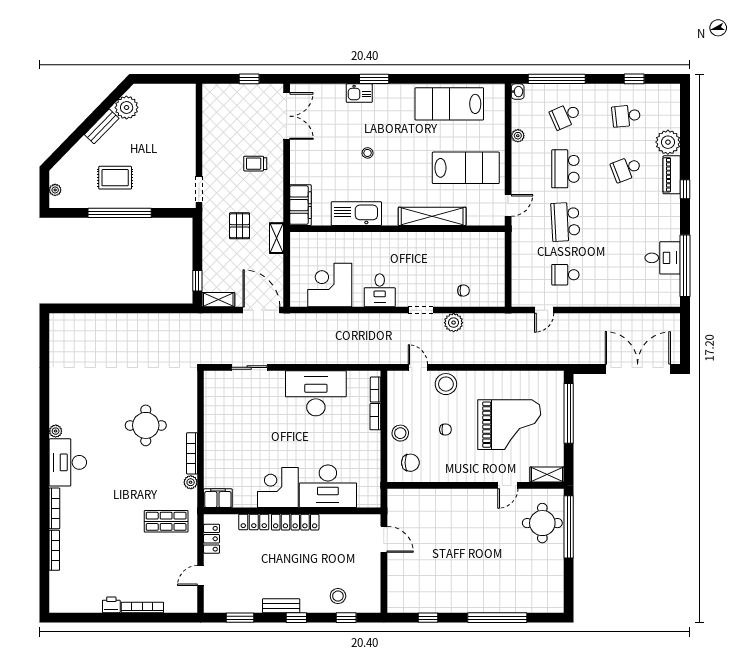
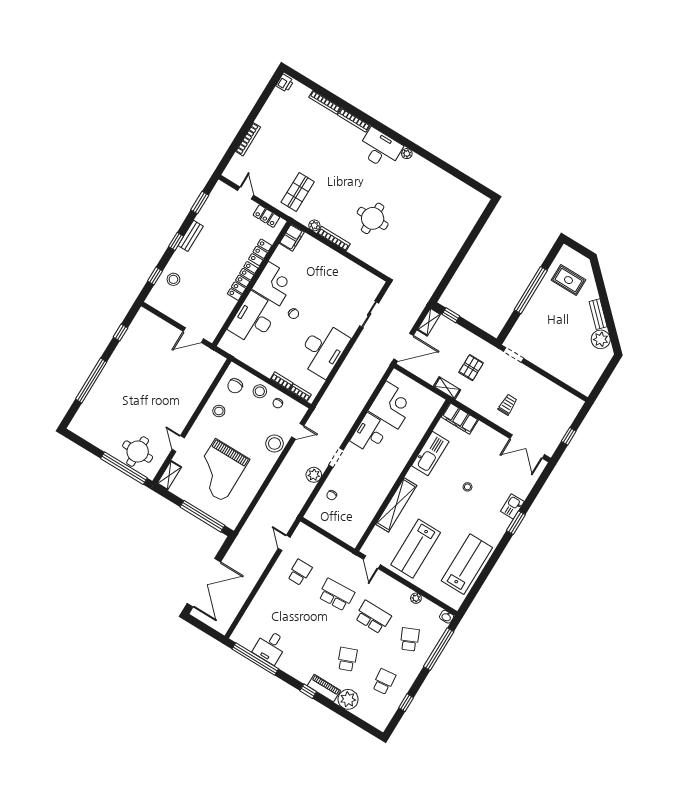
rug: (115, 178) -> (568, 280), moved, turned 90
plant: (55, 190) -> (574, 255), removed
pallet: (240, 226) -> (471, 368), turned 90
desk: (380, 290) -> (370, 433), width x1.37
chair: (445, 429) -> (278, 403), moved
chair: (297, 447) -> (294, 314), added
stool: (447, 464) -> (219, 411), added
printer: (111, 605) -> (285, 83), moved

